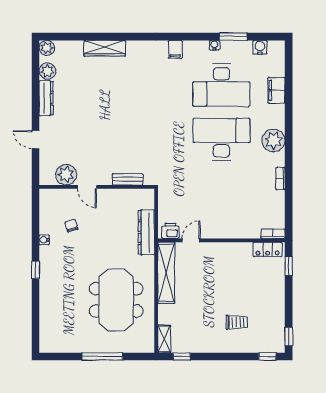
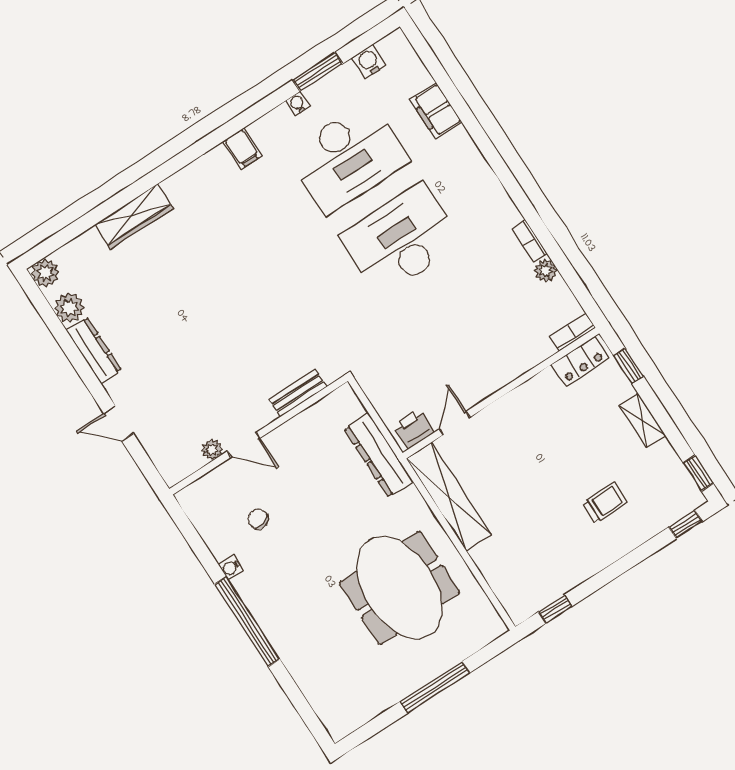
plant: (274, 140) -> (546, 271), moved, width x0.53, depth x0.53
plant: (66, 175) -> (212, 449), width x0.53, depth x0.53
window: (36, 270) -> (247, 622), width x3.17
shelving: (164, 339) -> (642, 421), moved

